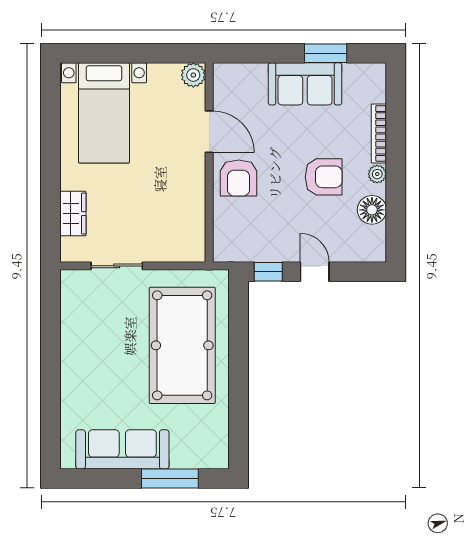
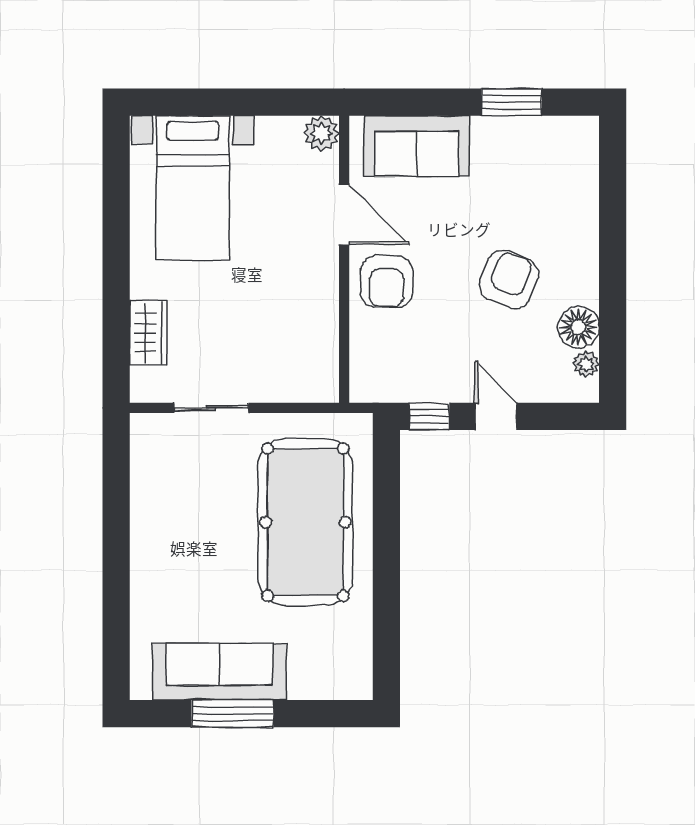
sofa: (305, 84) -> (417, 146), moved
bookcase: (379, 133) -> (588, 217), removed
plant: (377, 174) -> (586, 364), moved
armchair: (324, 177) -> (509, 280), turned -69
window: (170, 478) -> (233, 714), moved

